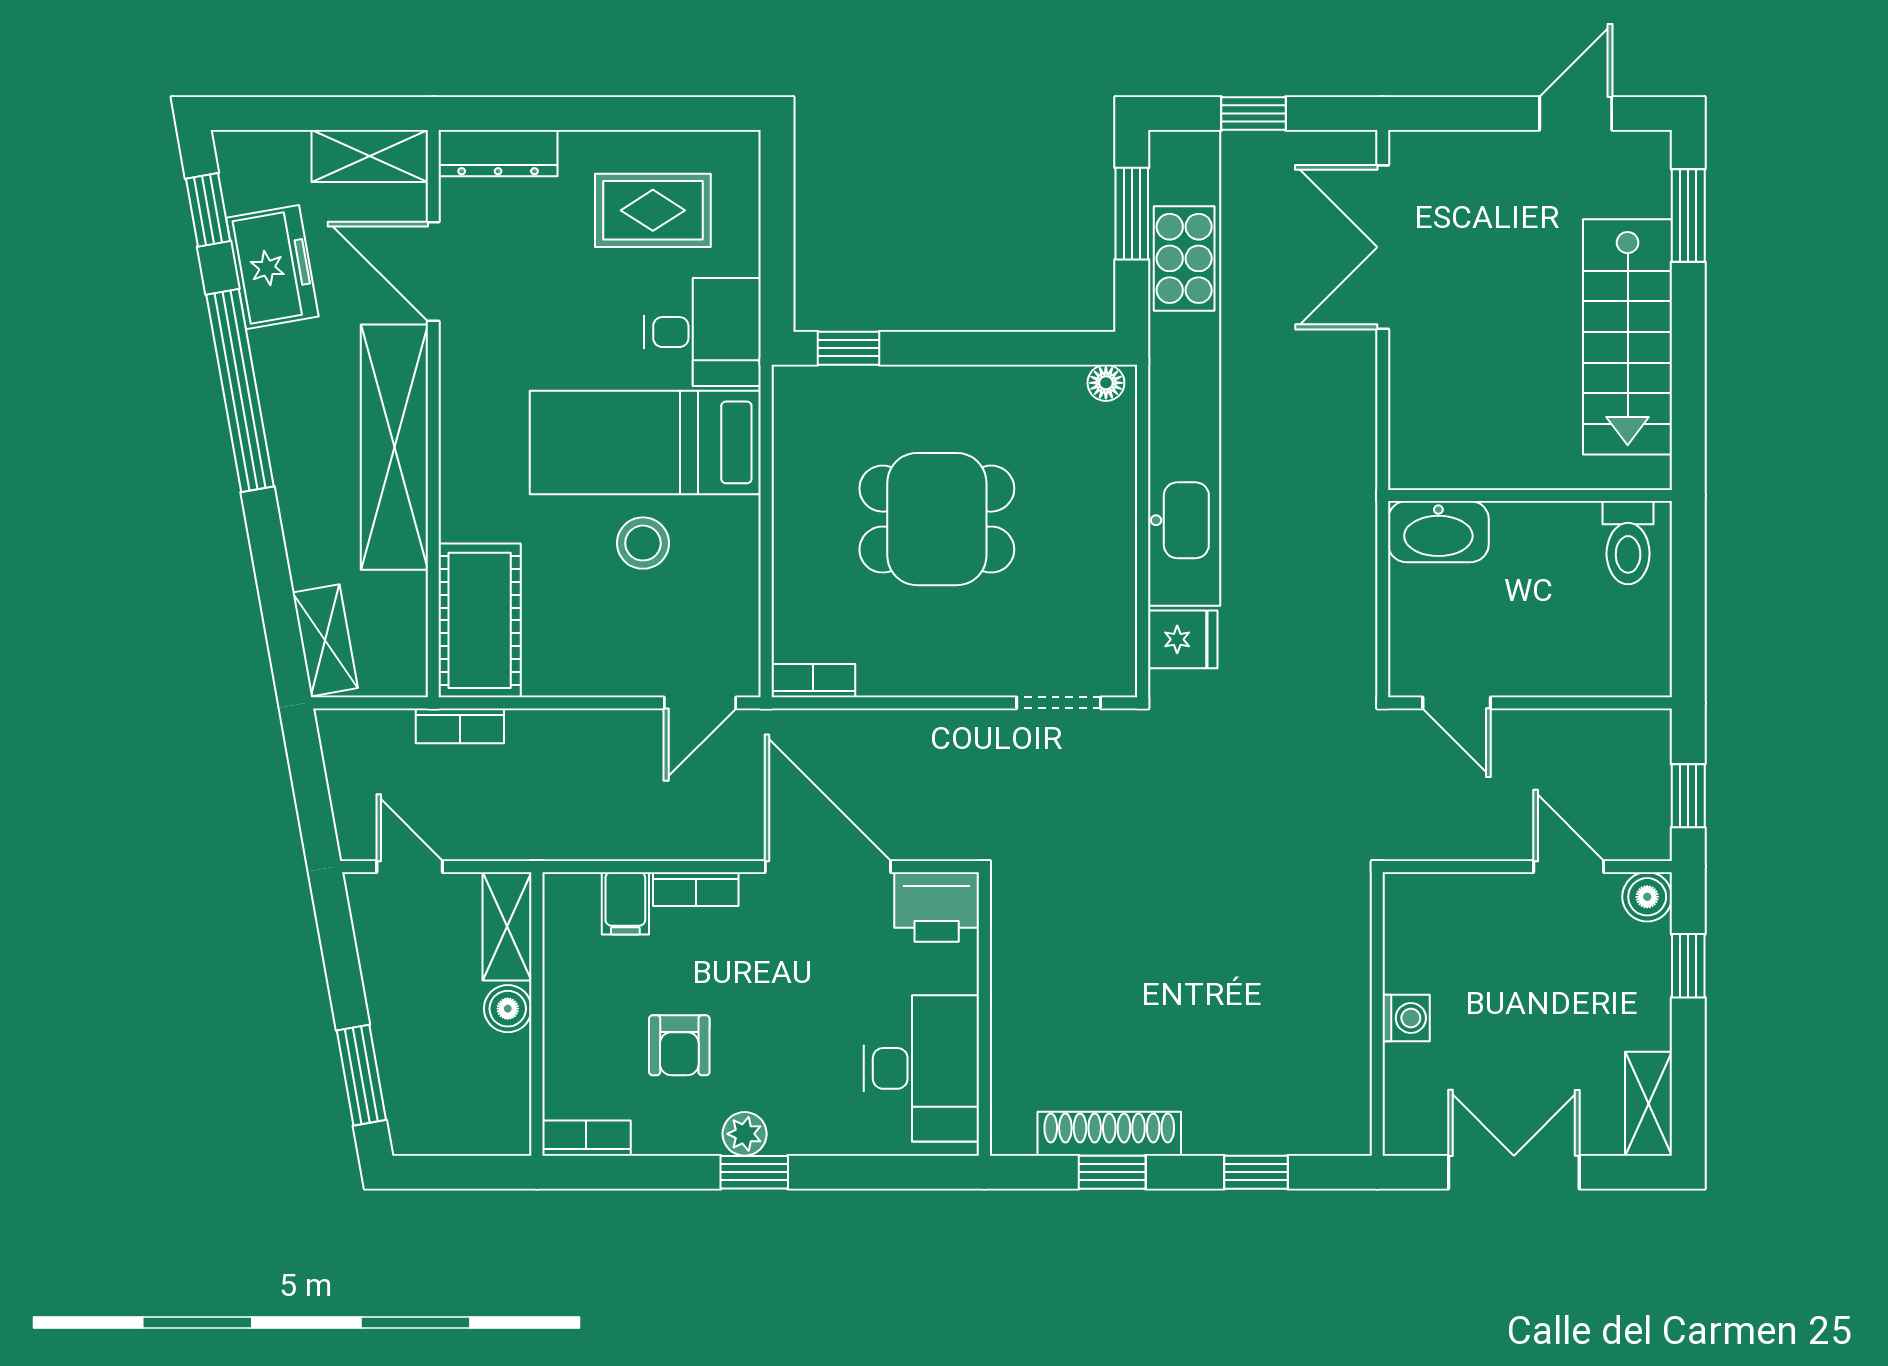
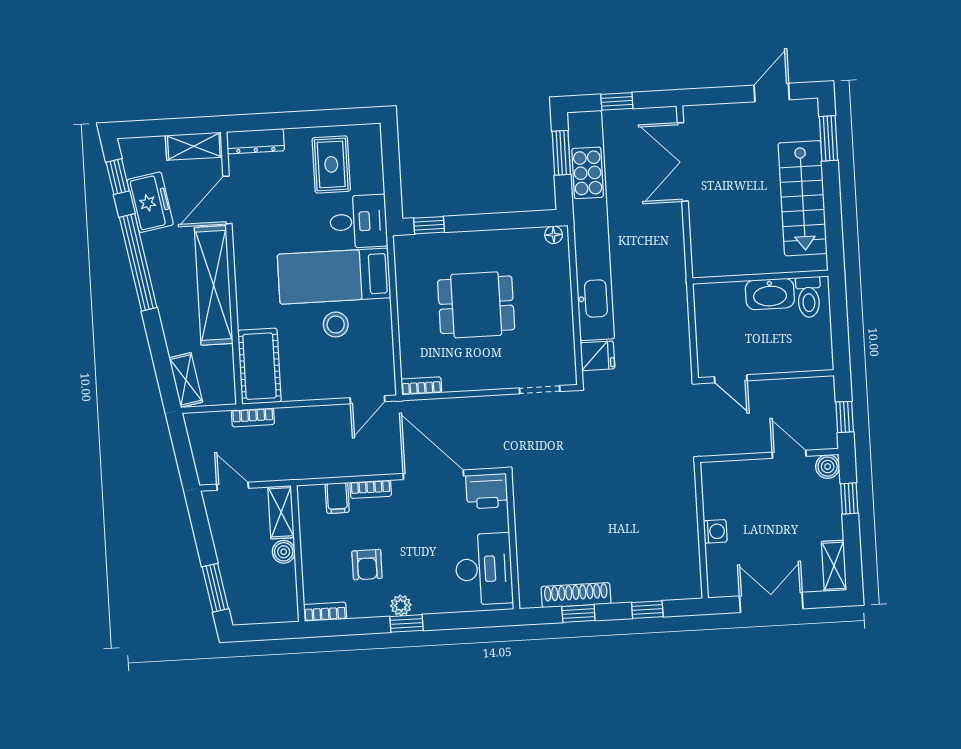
rug: (653, 210) -> (331, 164), turned 90
door: (433, 272) -> (227, 200), hinge flipped
washbasin: (1438, 532) -> (770, 294), moved

